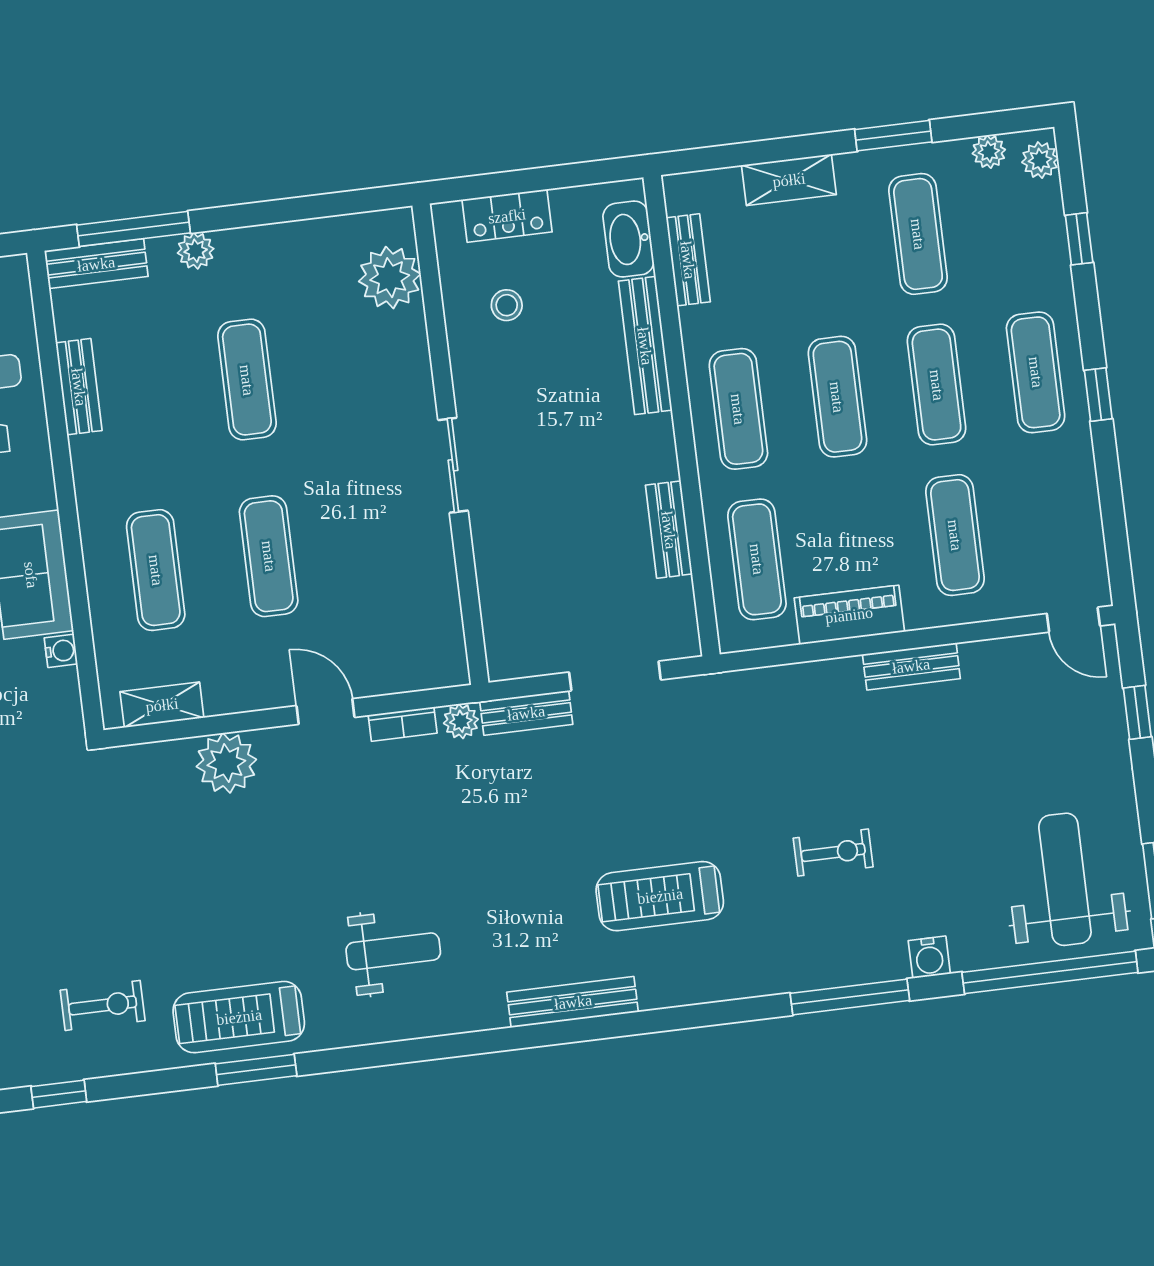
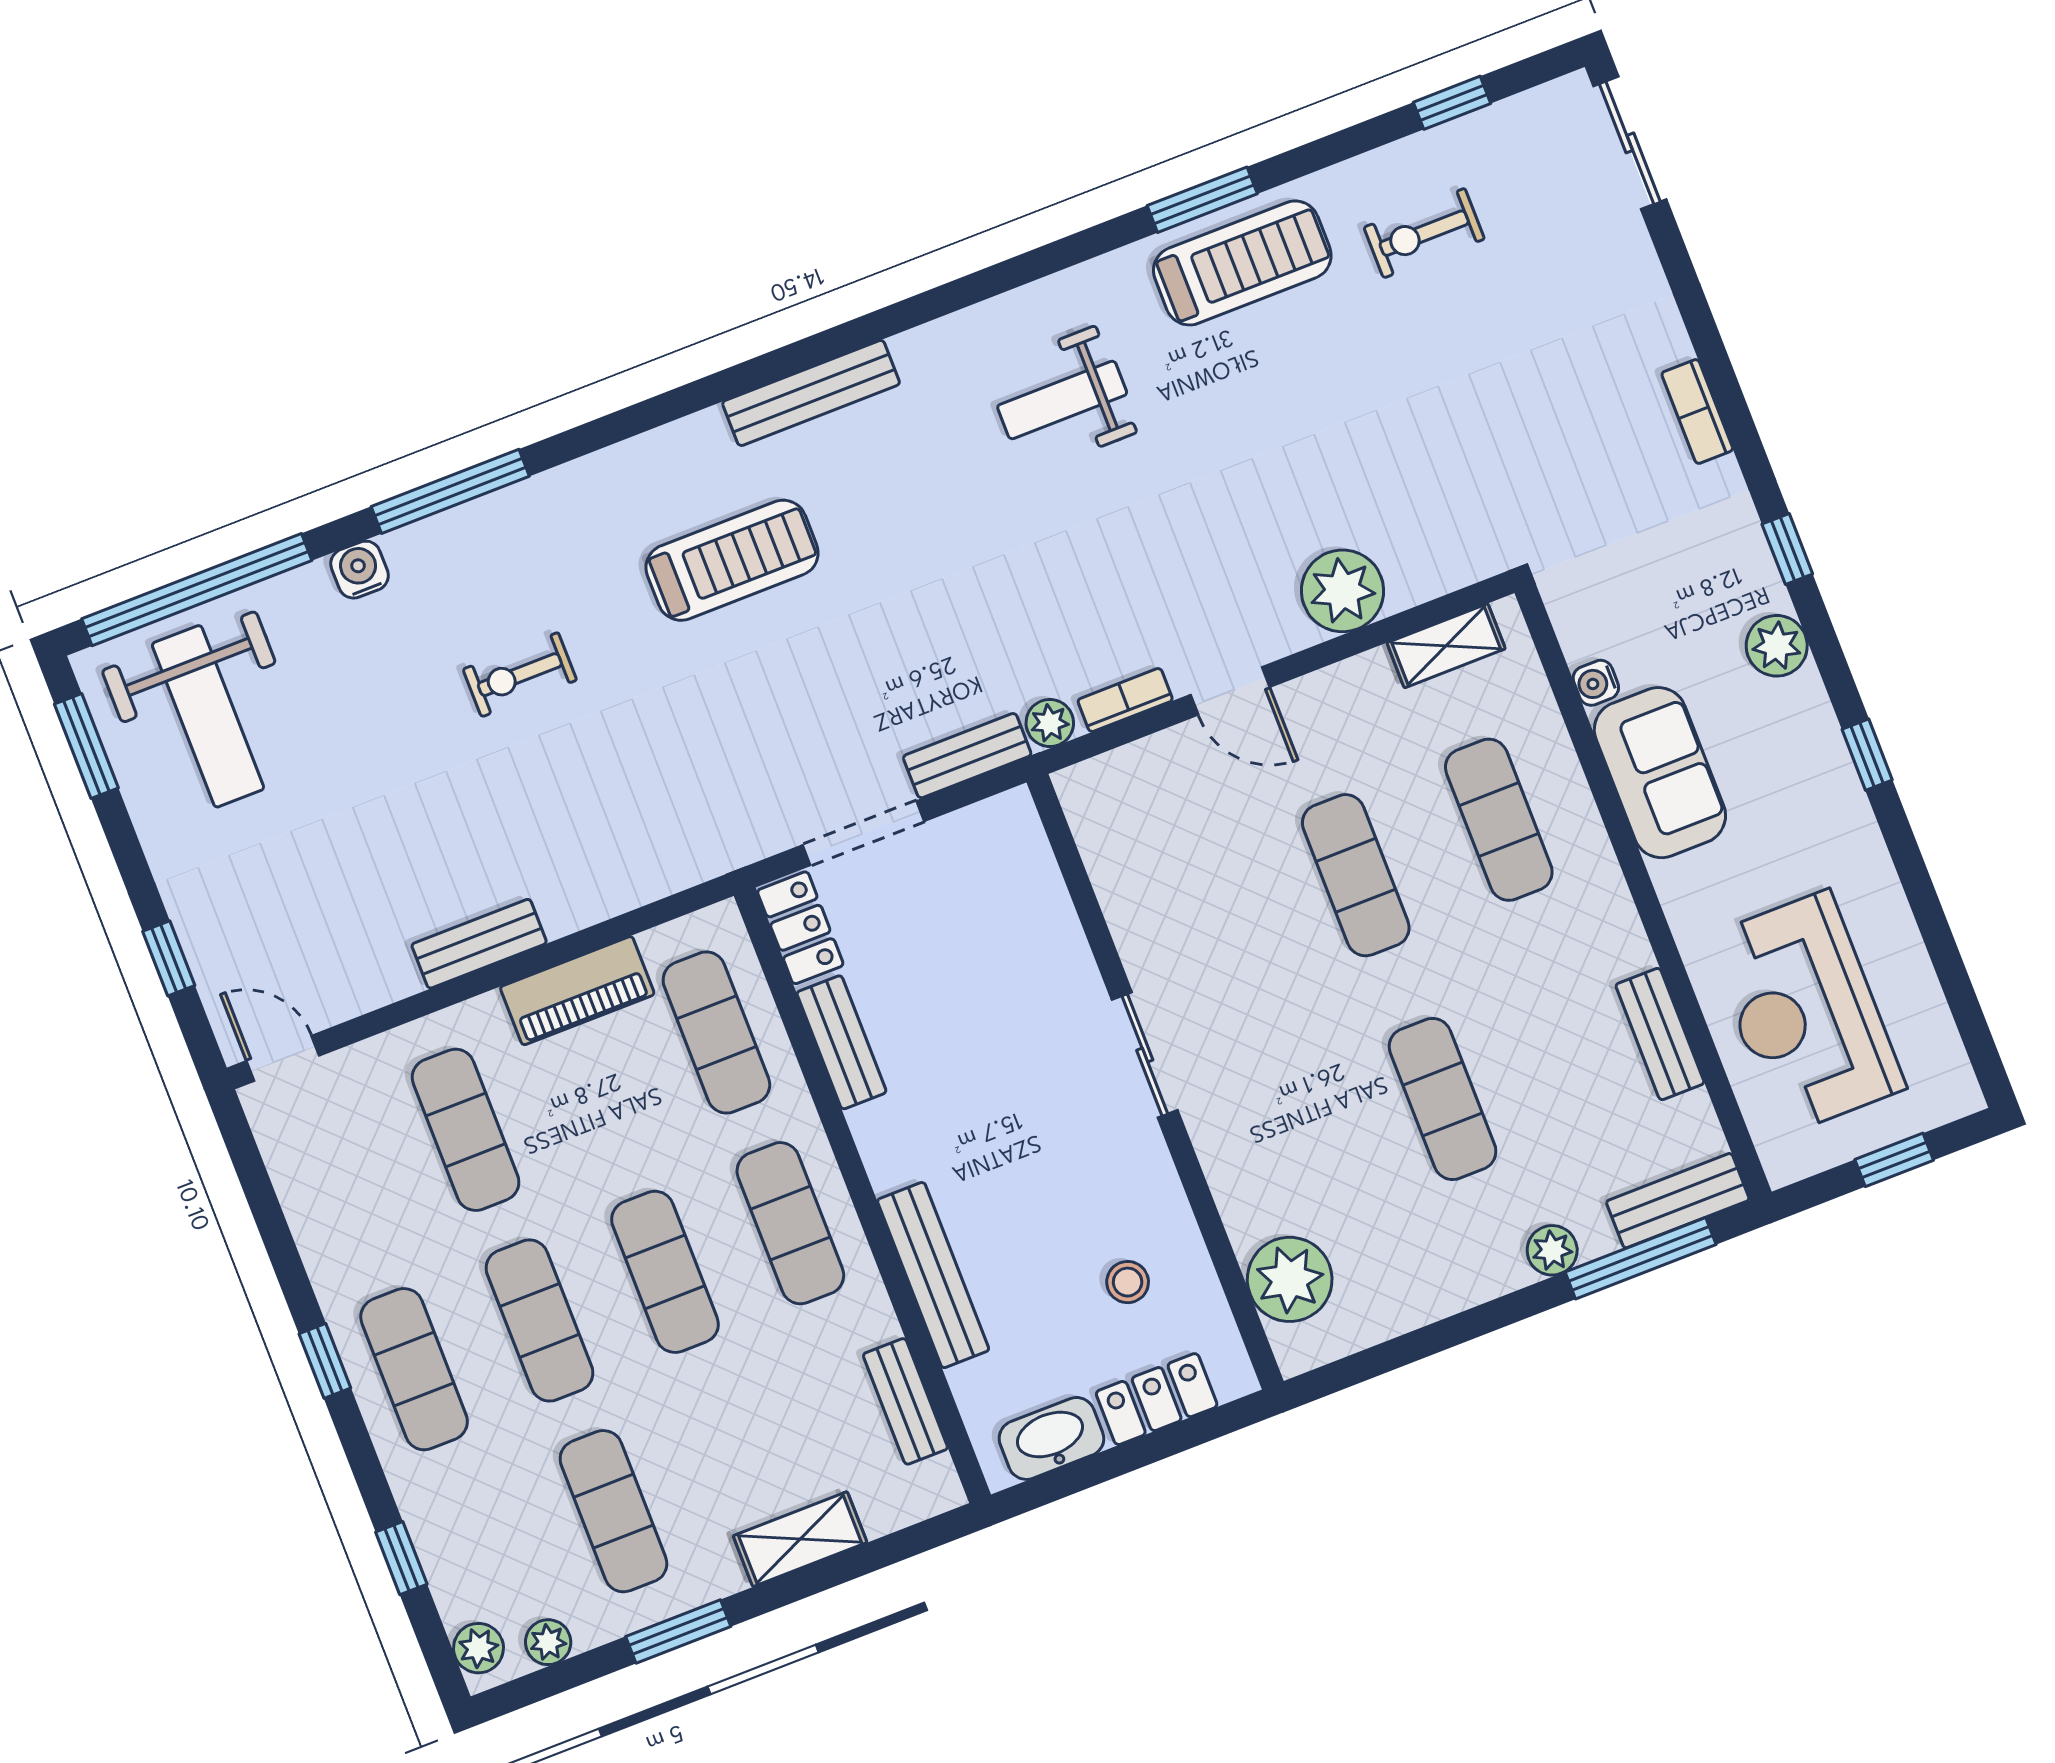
washbasin: (628, 239) -> (1051, 1438), moved, turned -90
locker: (678, 619) -> (800, 928), added

